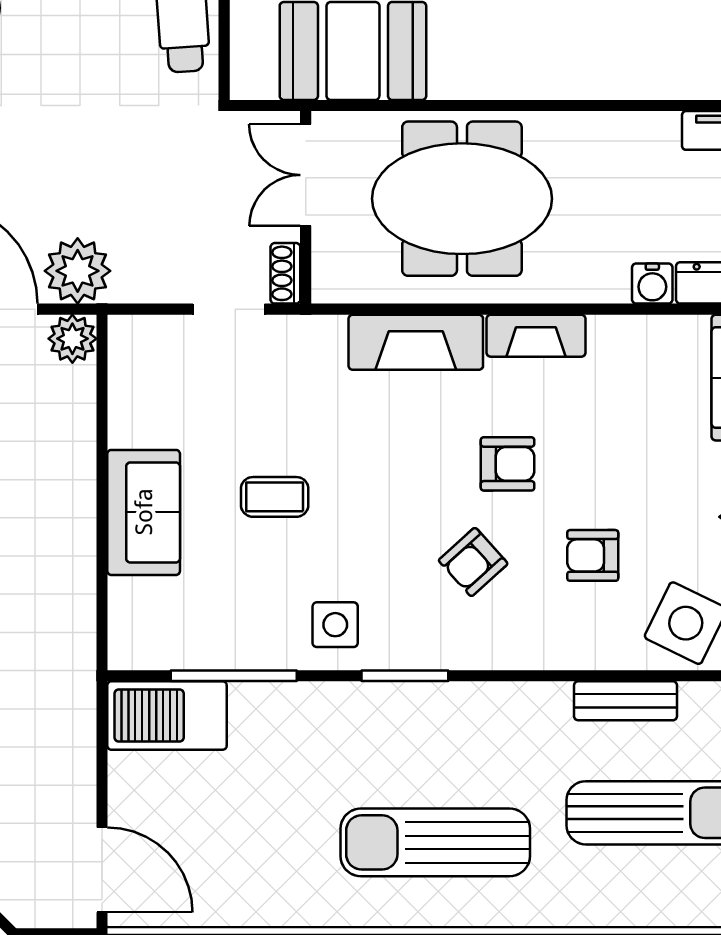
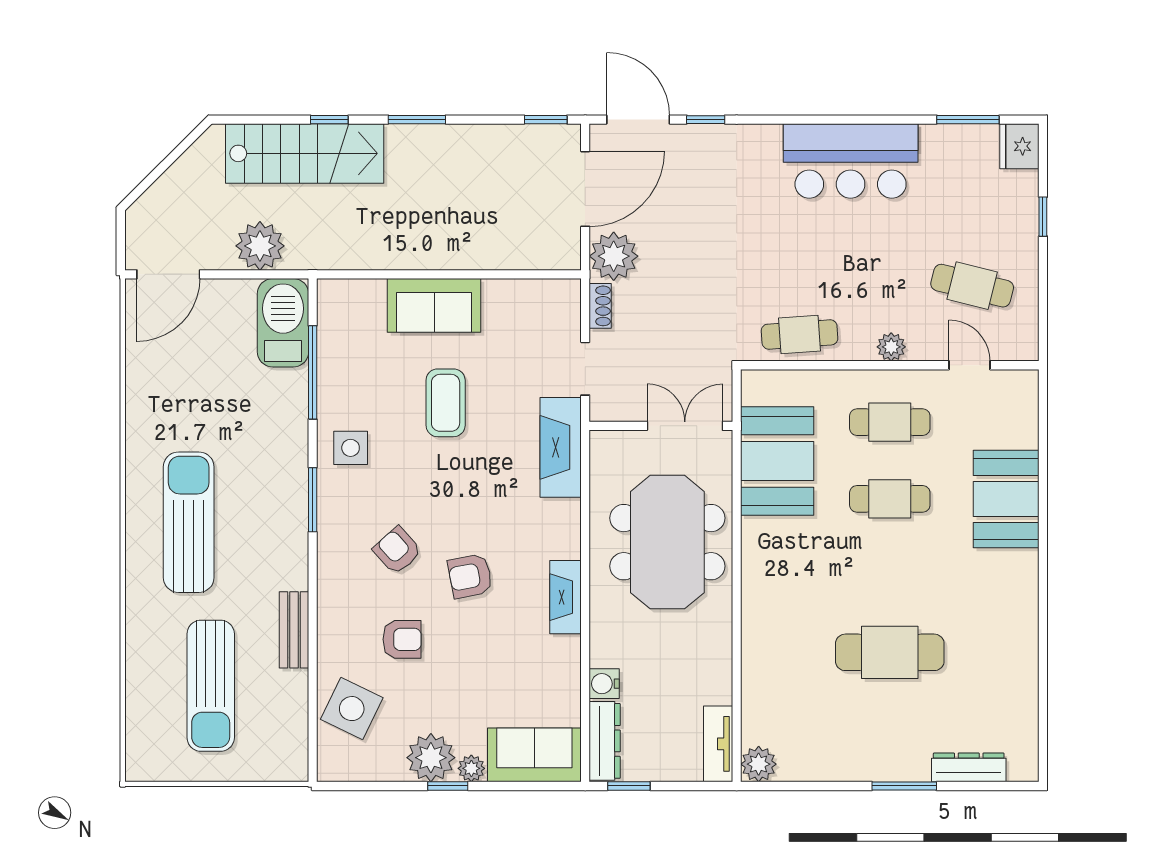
shoe rack: (285, 273) -> (600, 306), moved, turned 90
plant: (72, 339) -> (260, 246), moved, width x1.36, depth x1.36
fireplace: (416, 342) -> (561, 447), moved
armchair: (508, 464) -> (470, 576), turned 79
coffee table: (275, 497) -> (446, 403), width x1.36, depth x1.30
armchair: (593, 555) -> (402, 639), turned 90
bench: (626, 701) -> (294, 630), moved

